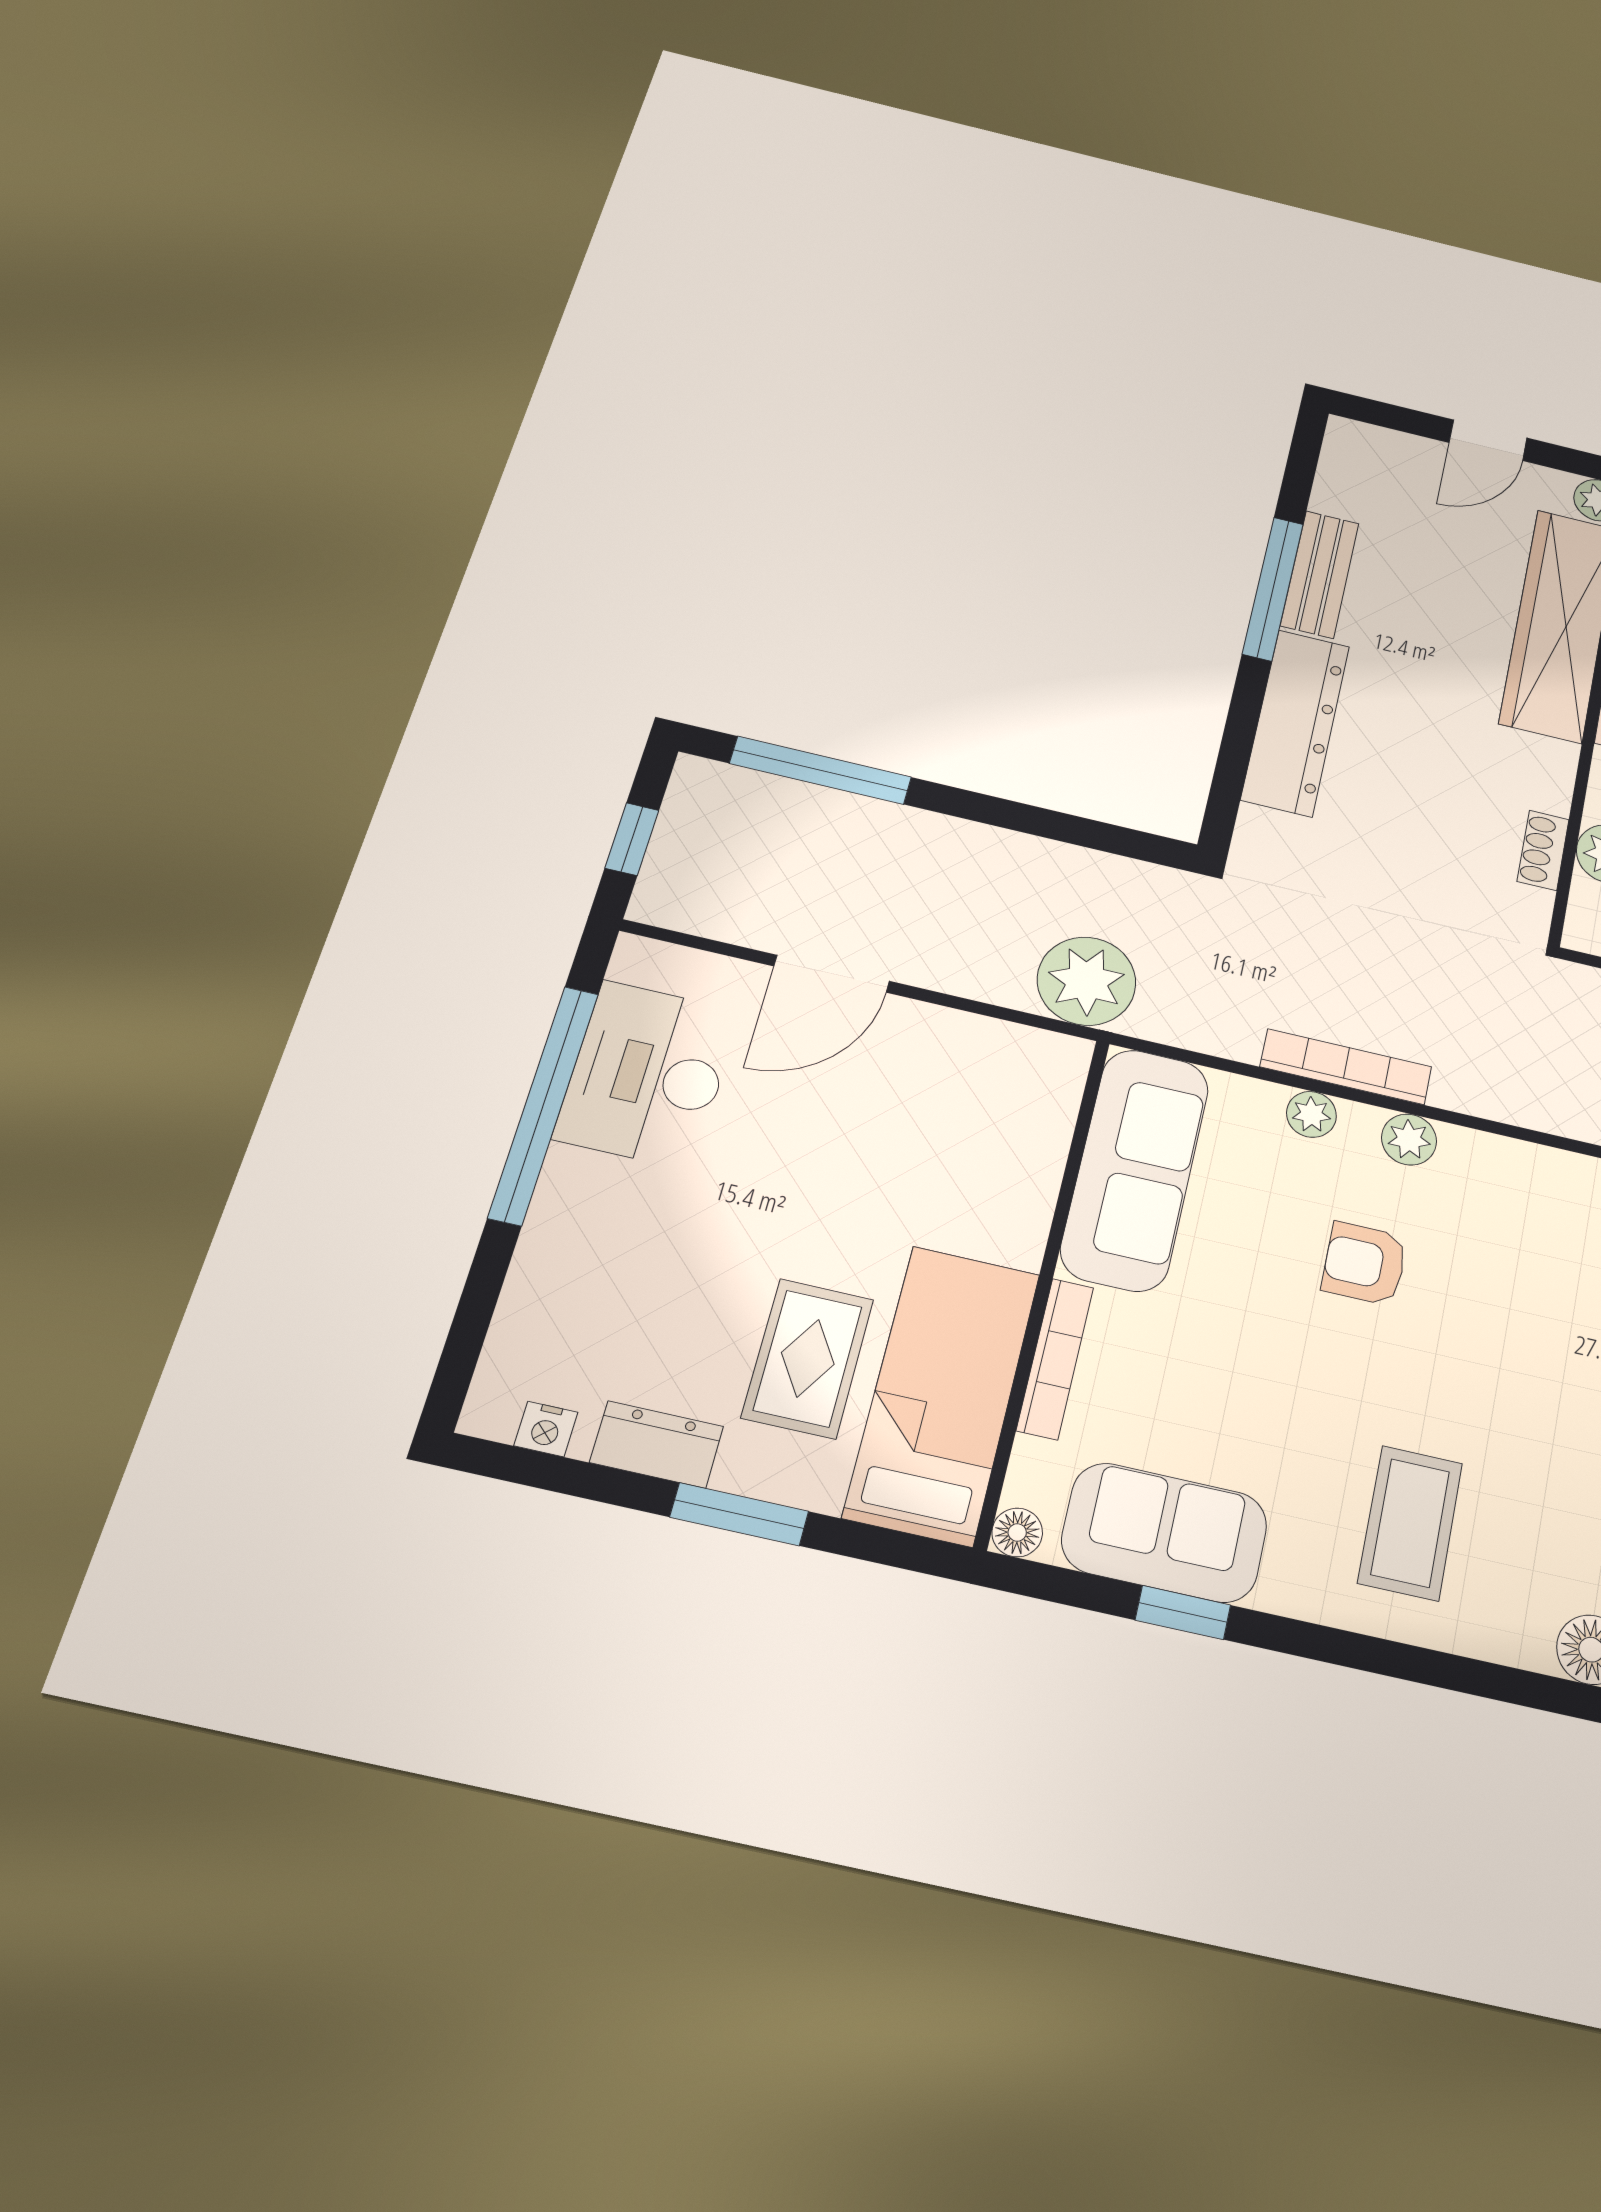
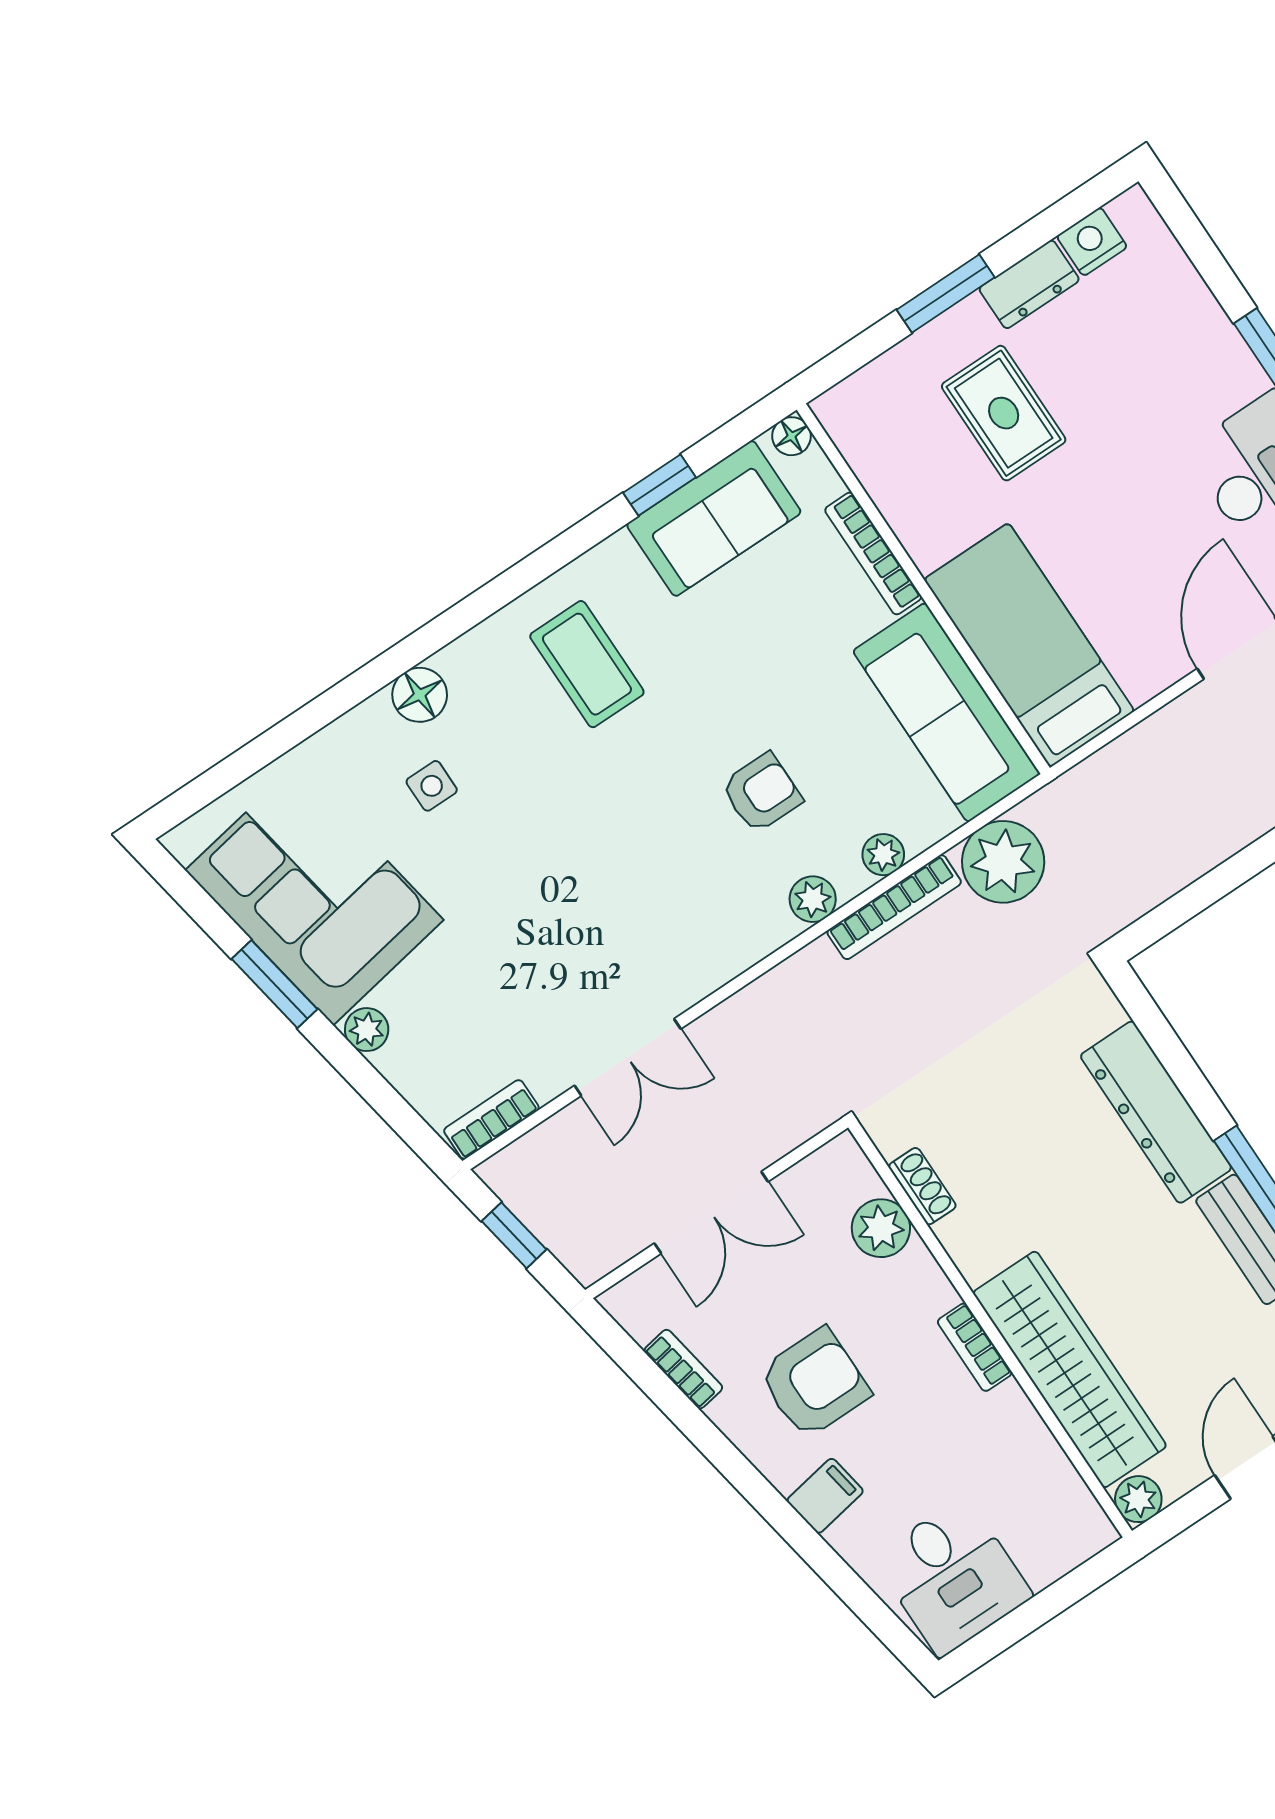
plant: (1087, 981) -> (1003, 862), moved
bed: (942, 1394) -> (1029, 645), moved, turned 180
nightstand: (546, 1429) -> (1092, 242), width x1.39, depth x1.35

